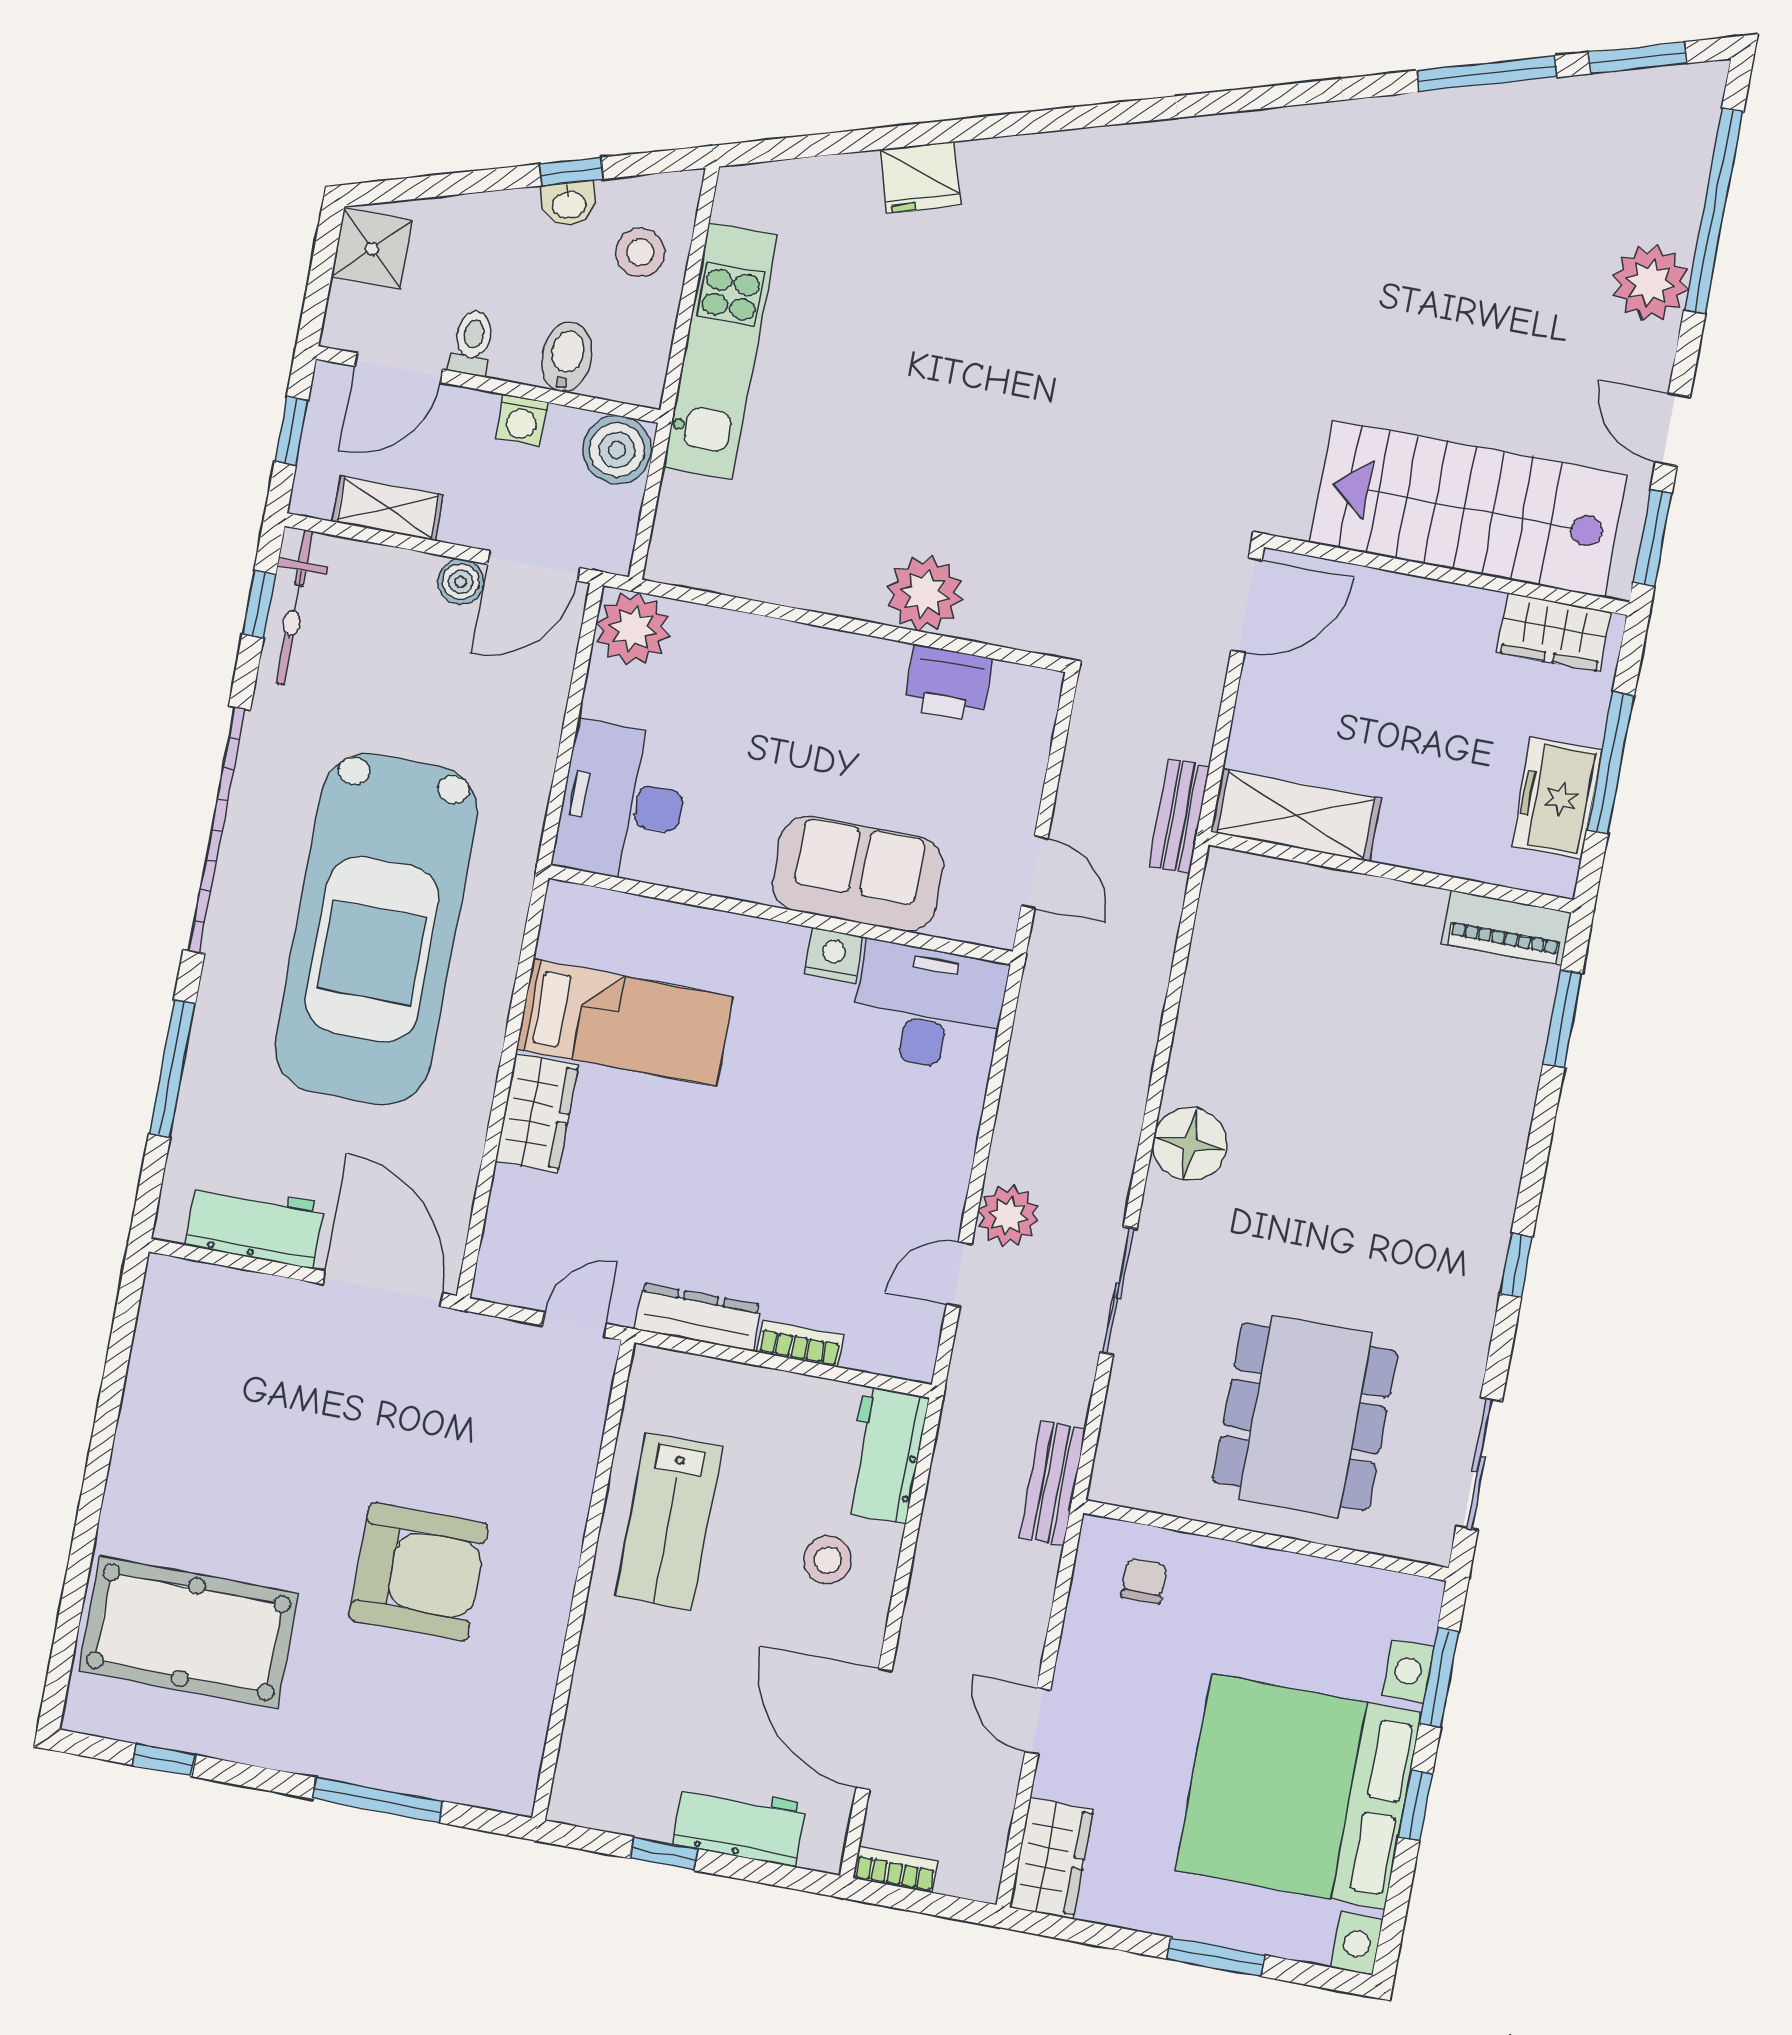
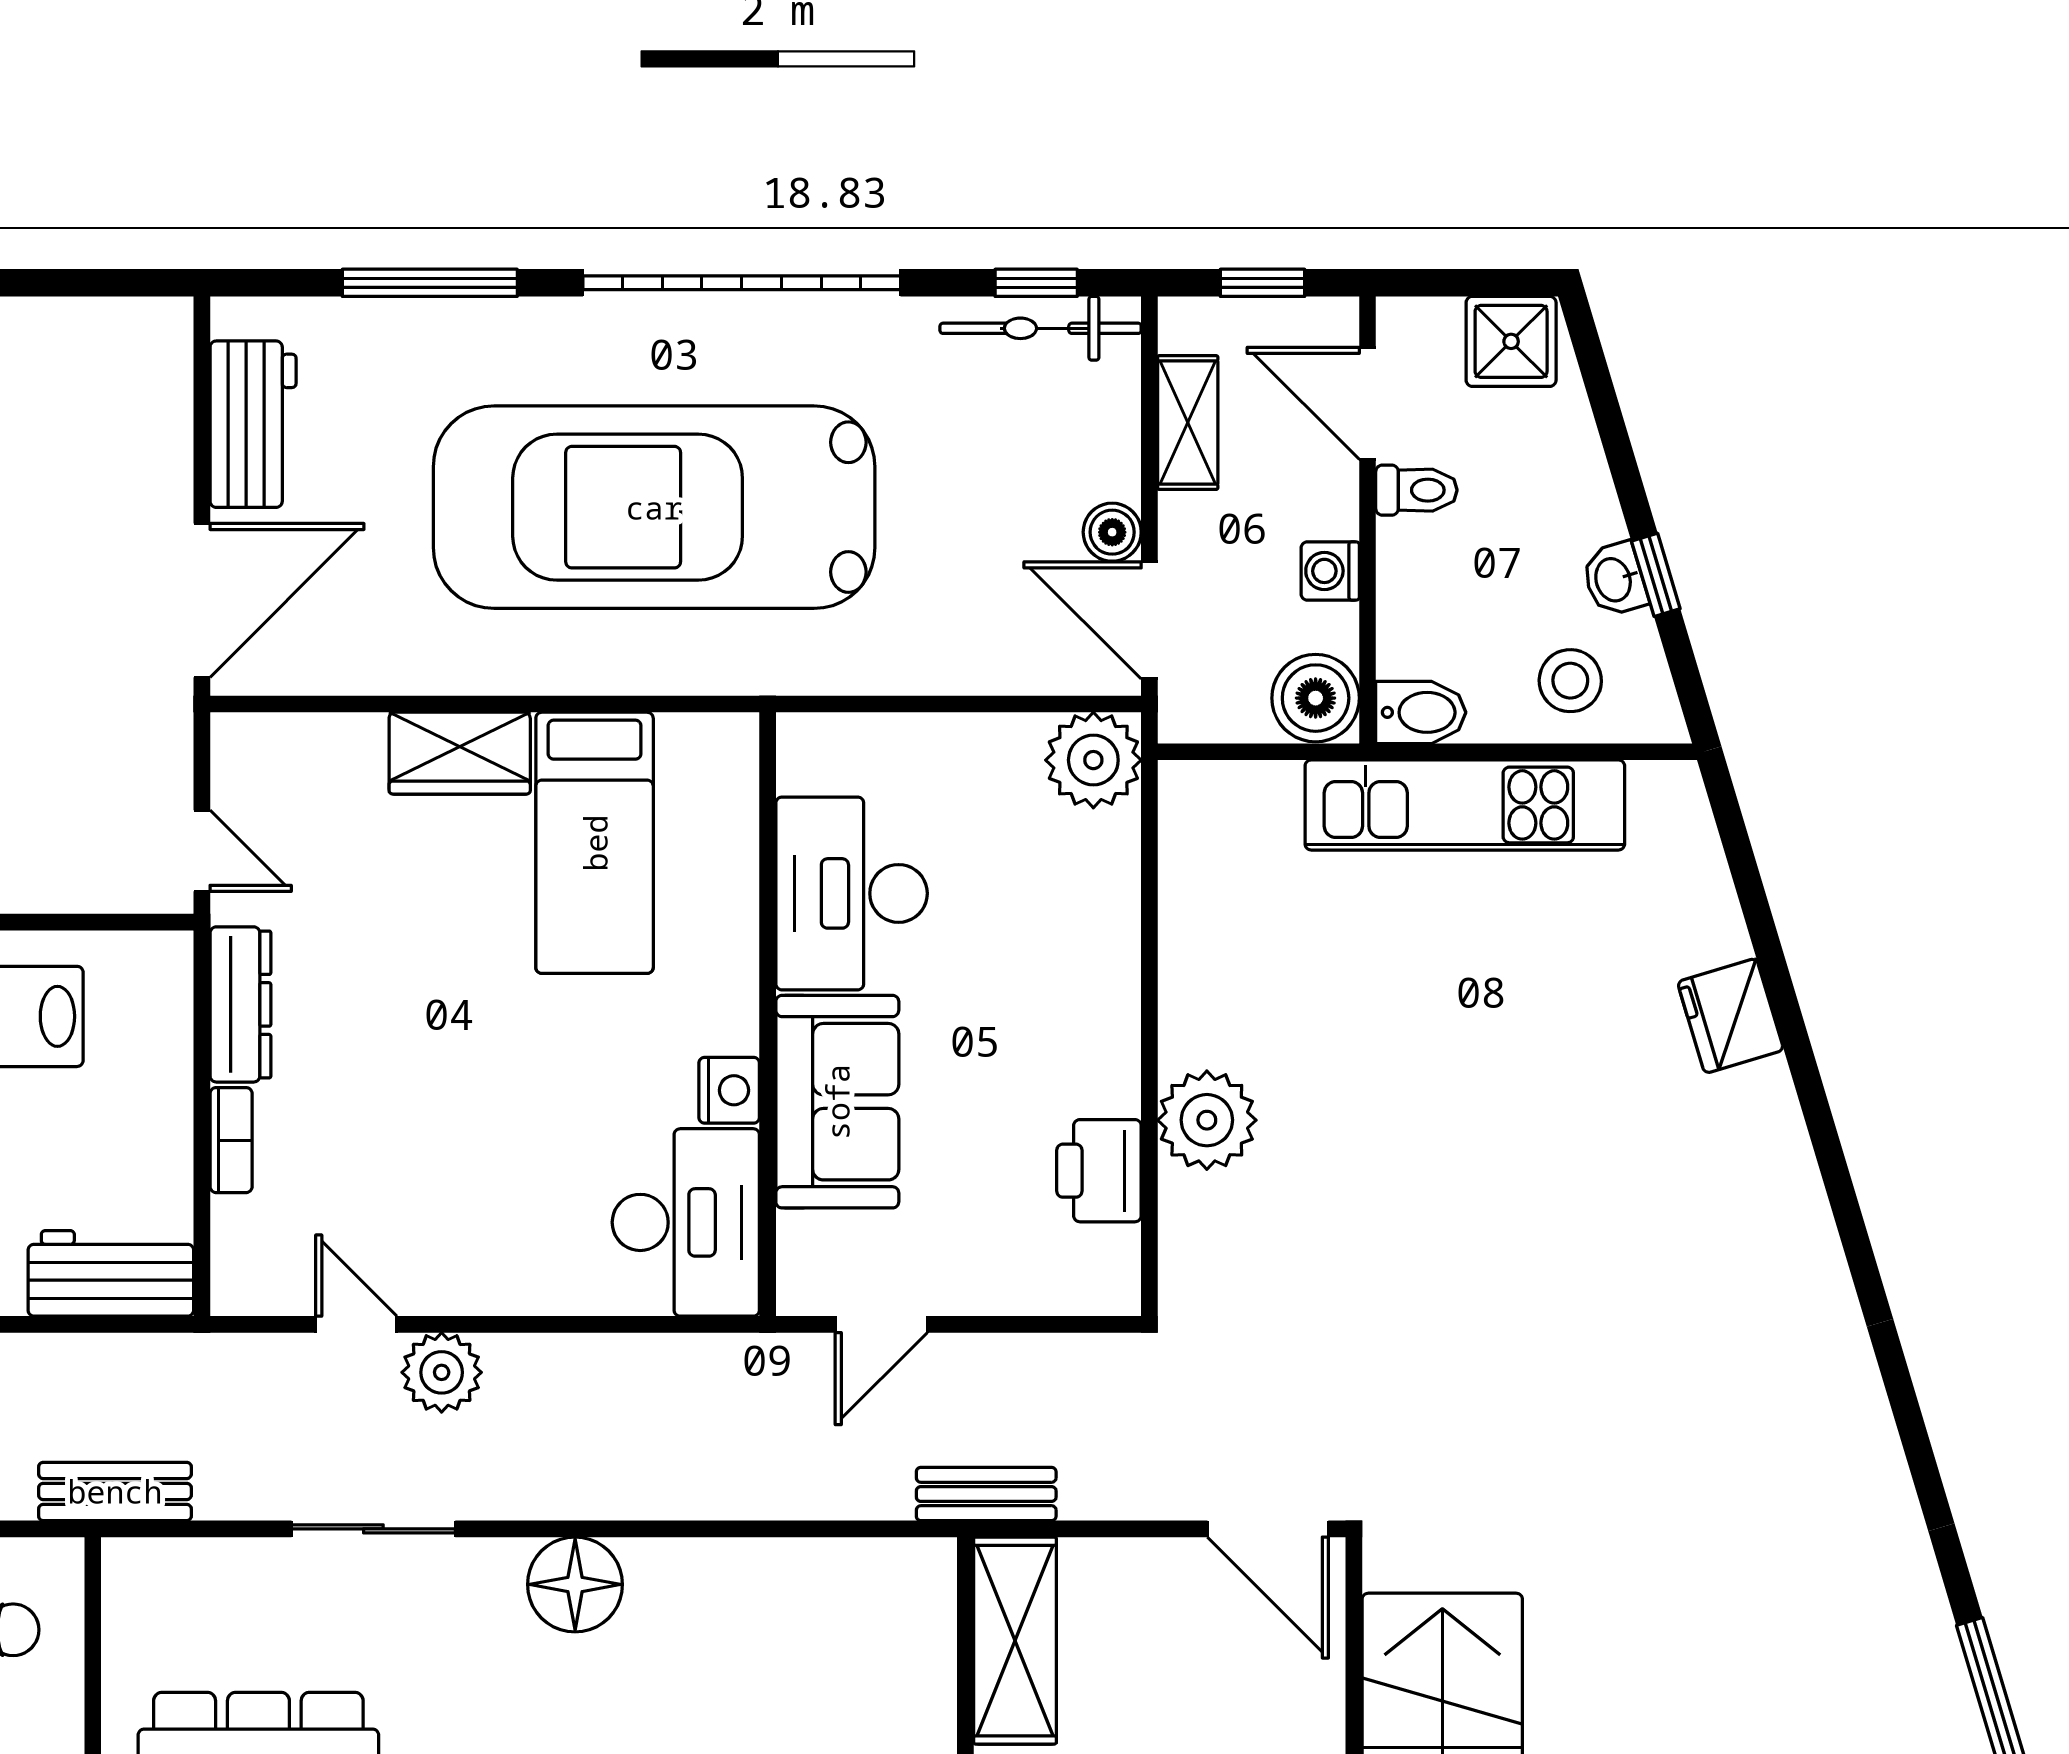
bidet: (567, 357) -> (1421, 712), moved
desk: (622, 802) -> (852, 893), moved, turned -90

